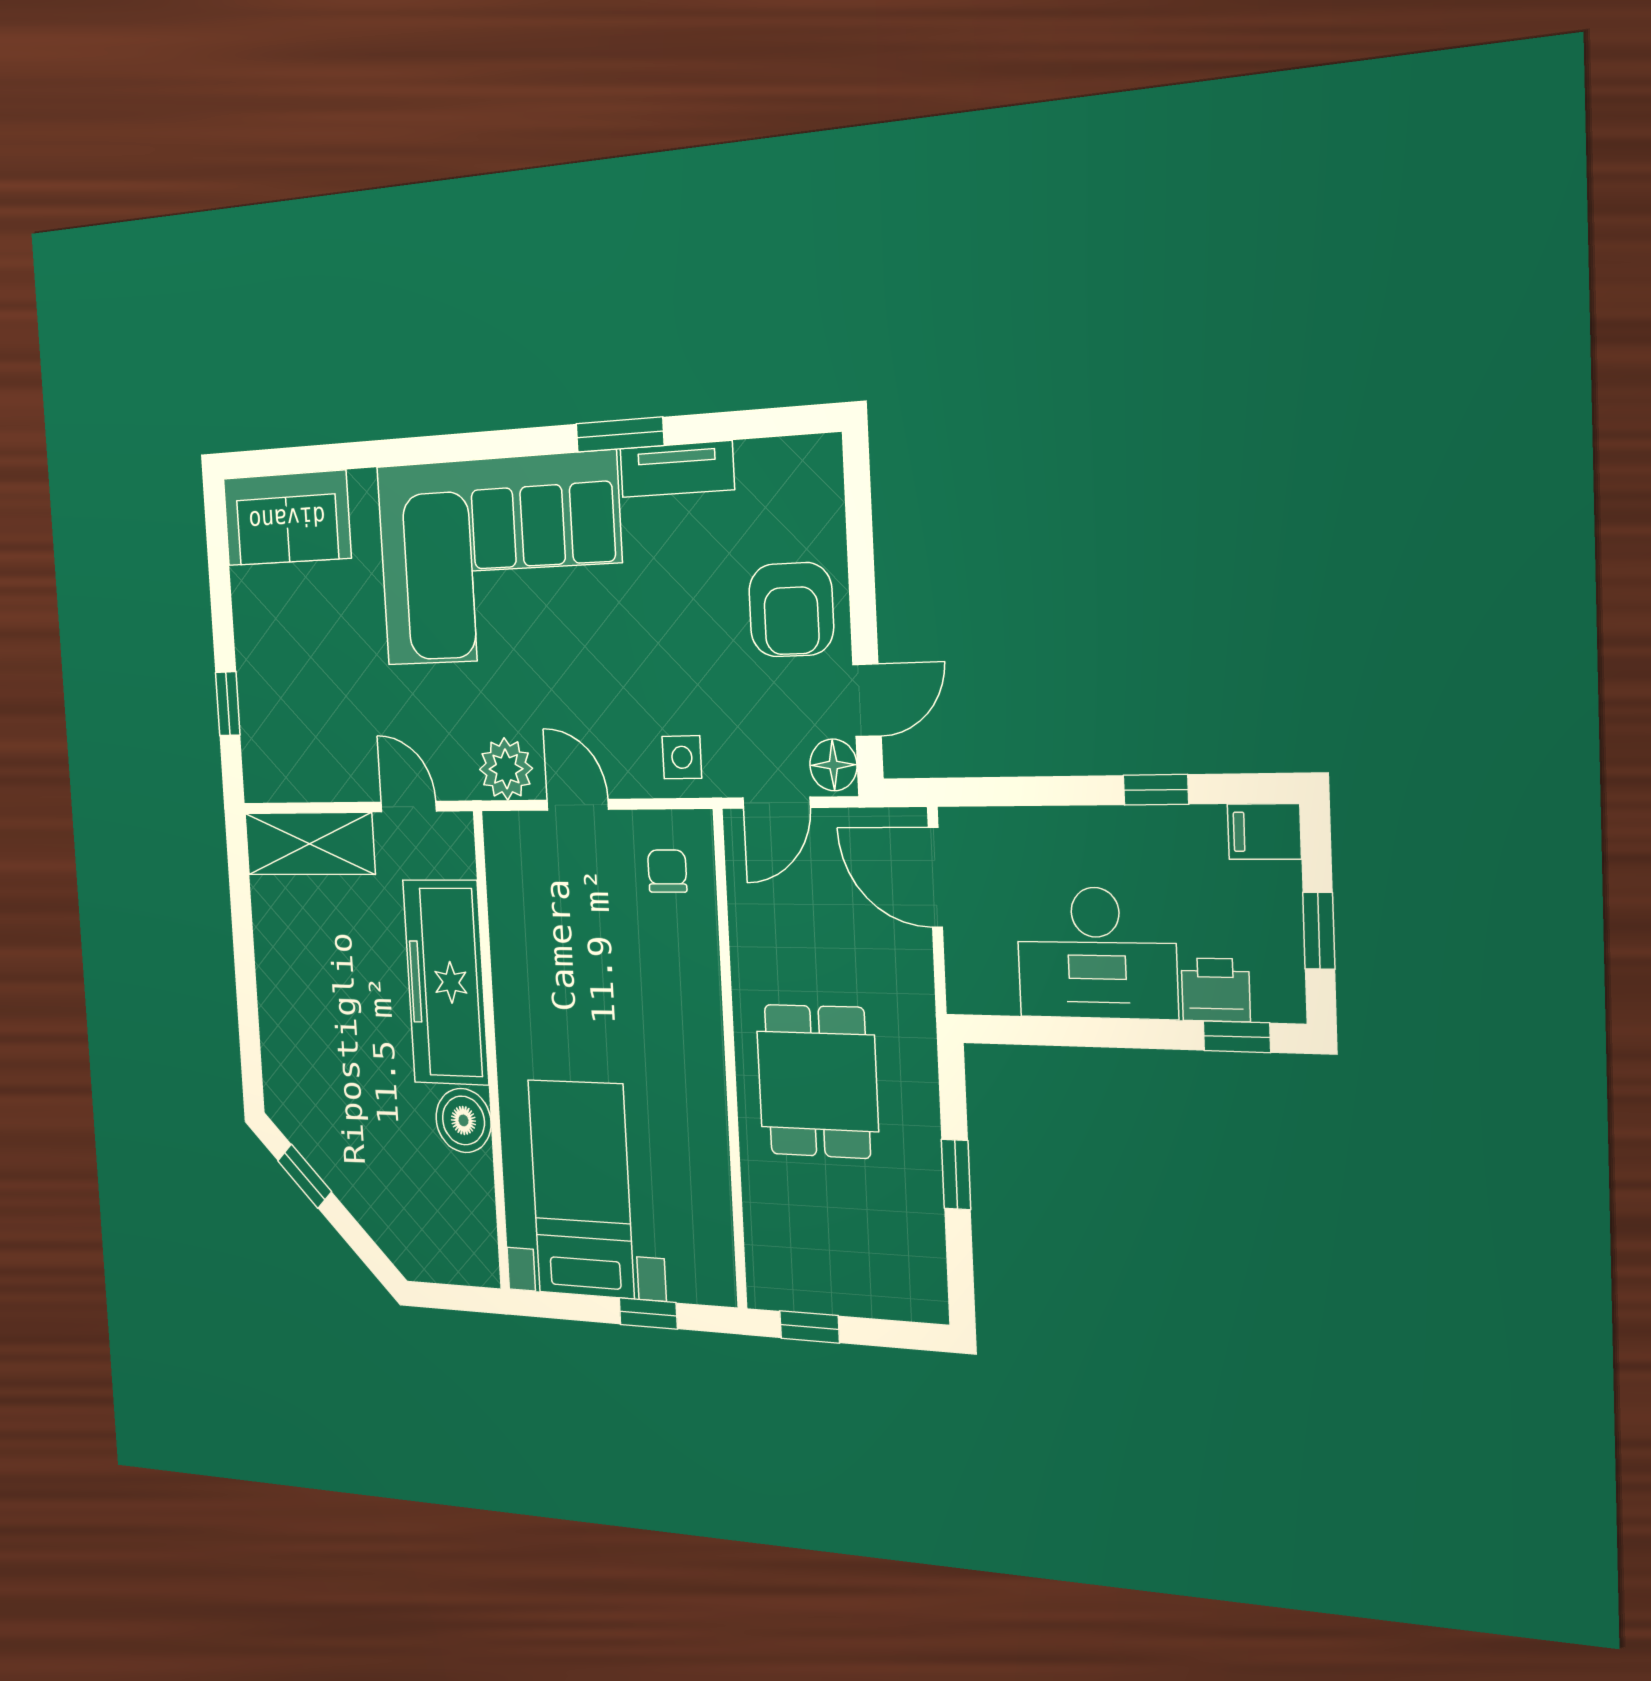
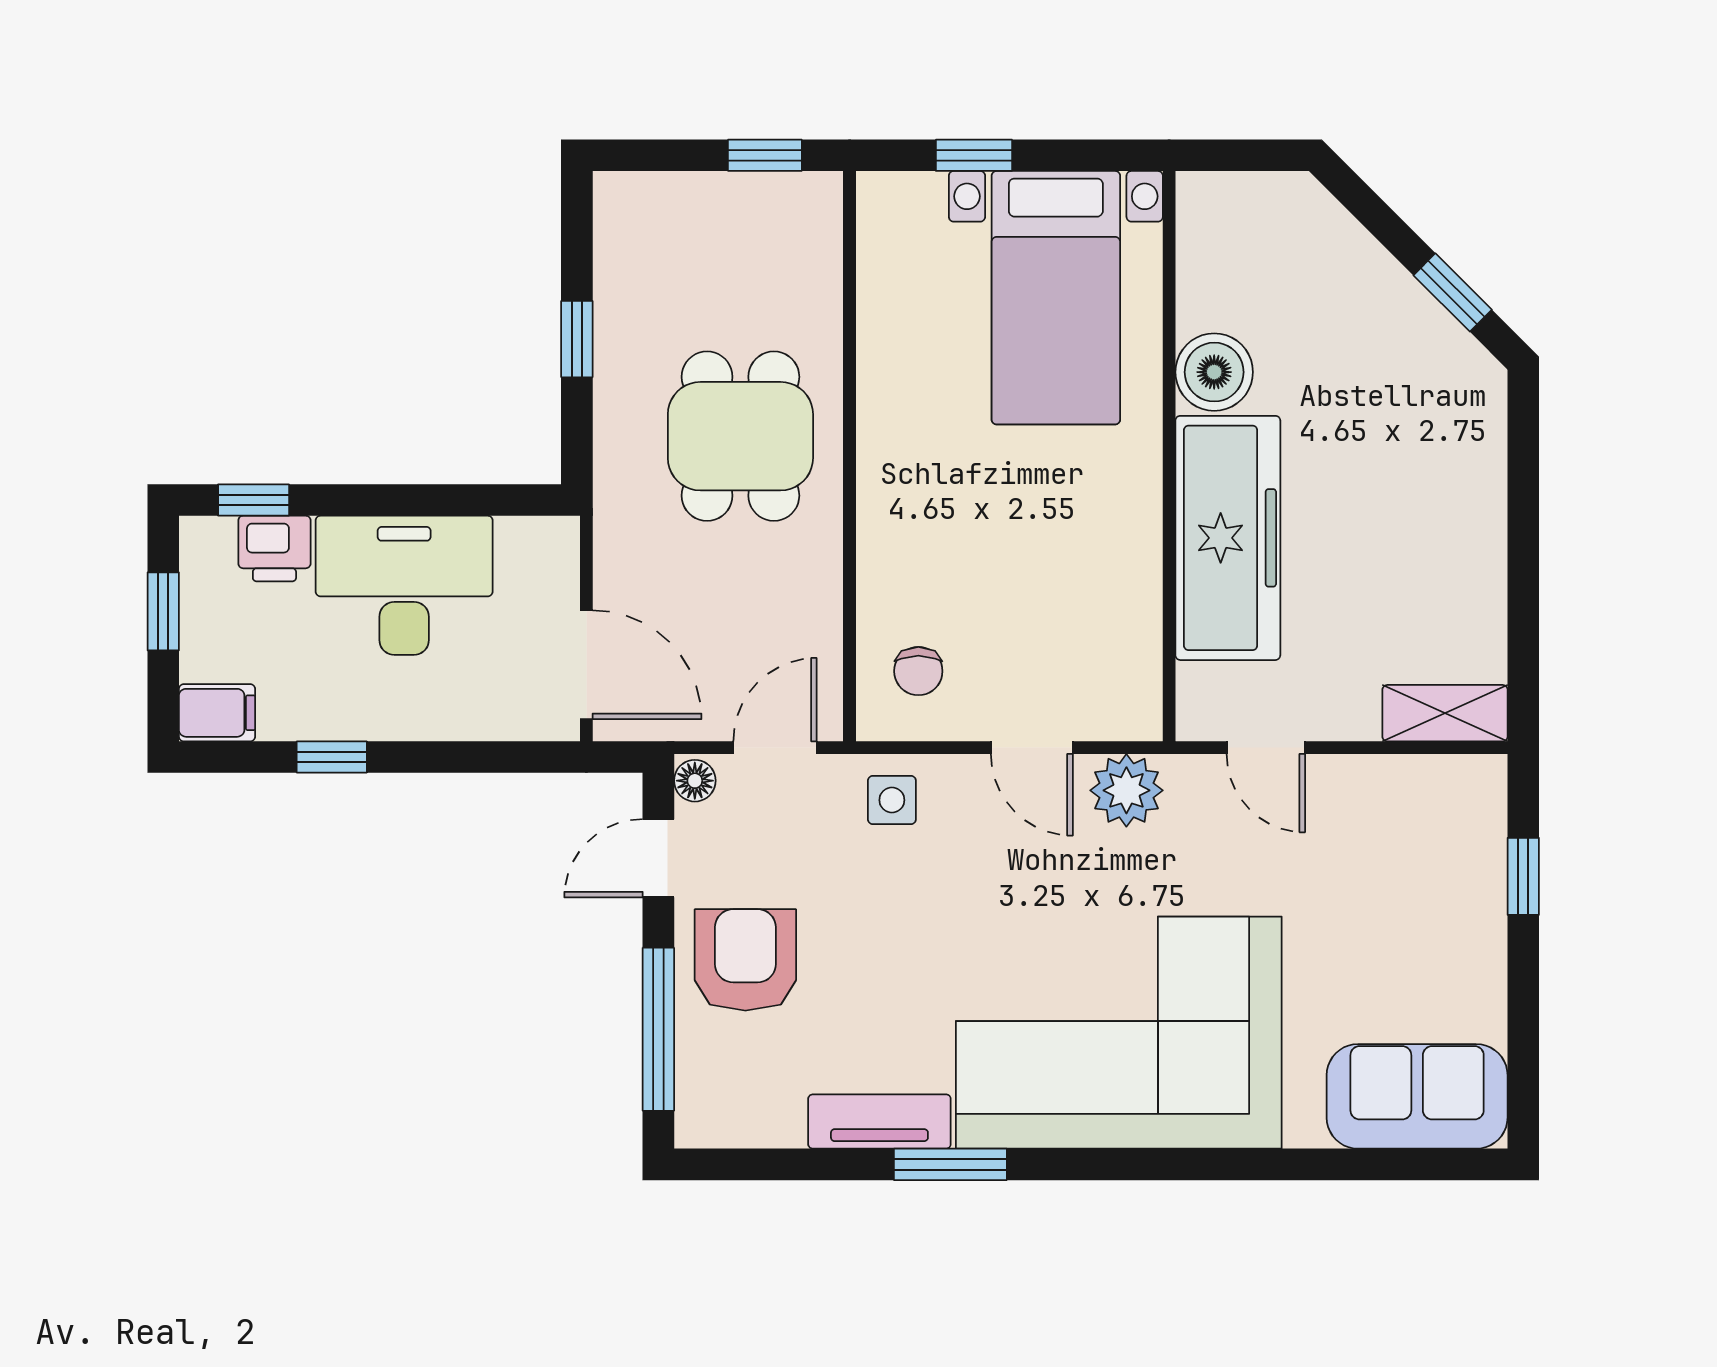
window: (860, 542) -> (658, 1029), added
floor lamp: (833, 765) -> (695, 781), width x0.73, depth x0.73
shelving: (310, 844) -> (1445, 713), width x0.67, depth x0.75

